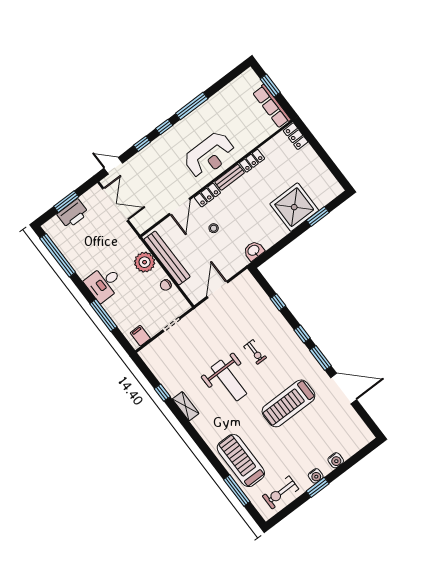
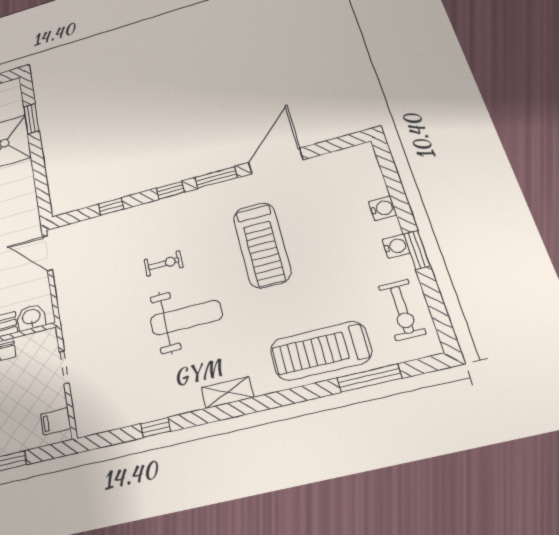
washbasin: (254, 251) -> (31, 317), moved, turned 90
door: (217, 290) -> (47, 253), moved
shelving: (186, 406) -> (227, 392), moved

